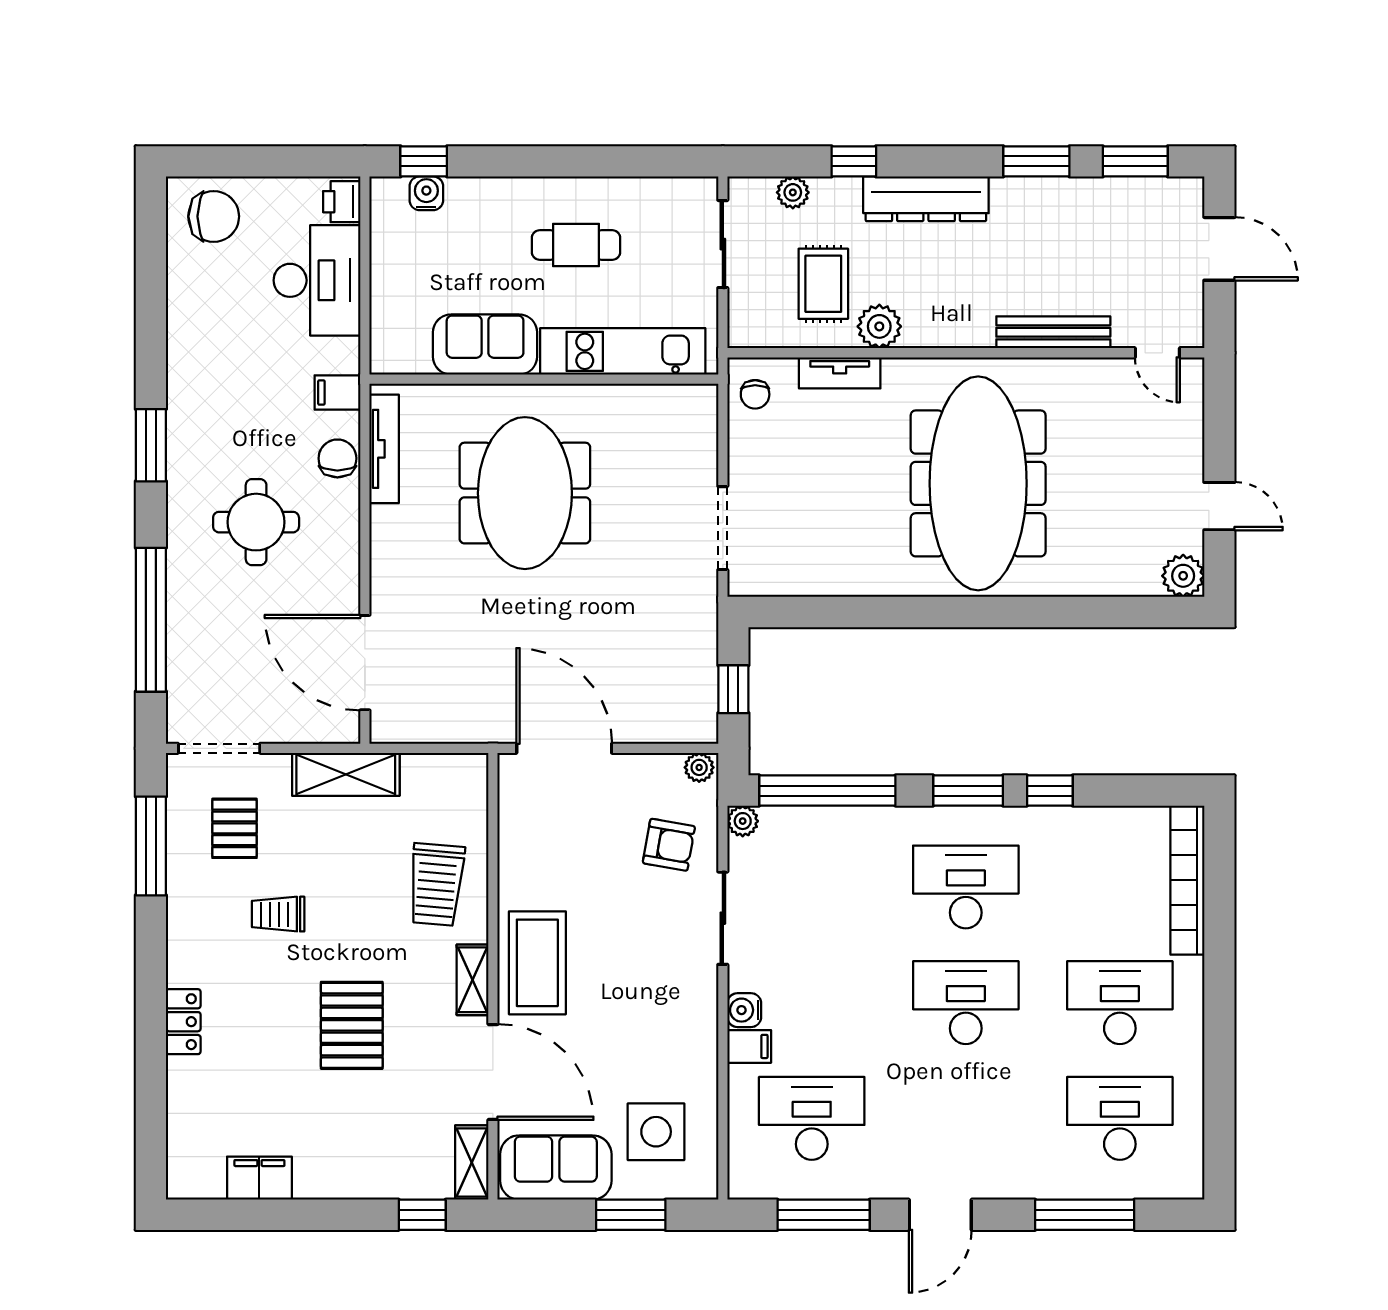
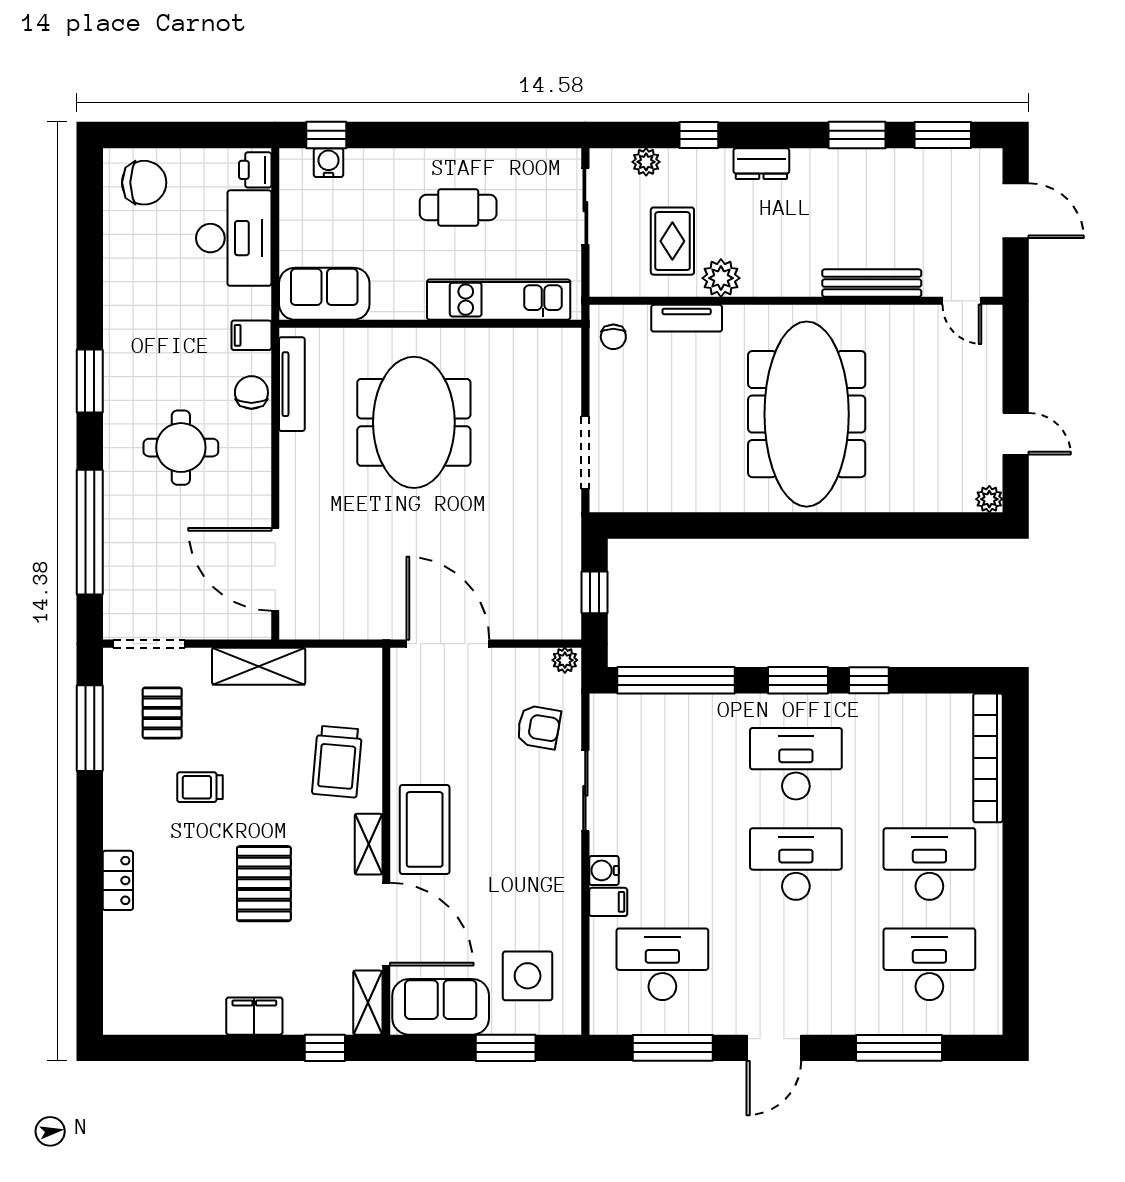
dresser: (926, 199) -> (761, 164), width x0.51, depth x0.80
sofa: (485, 345) -> (324, 294), moved
plant: (1183, 576) -> (989, 499), width x0.73, depth x0.73
plant: (743, 821) -> (603, 707), removed
filing cabinet: (259, 1178) -> (254, 1016), moved

